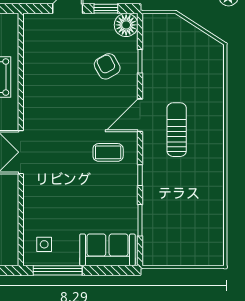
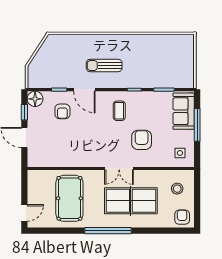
armchair: (107, 66) -> (62, 111), turned -61
door: (140, 115) -> (84, 90), moved
armchair: (64, 186) -> (142, 140), added
window: (58, 270) -> (197, 125), moved

